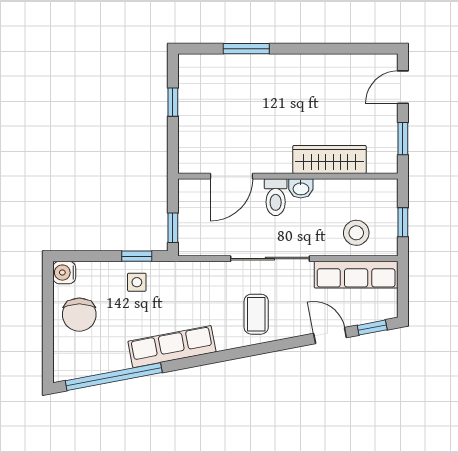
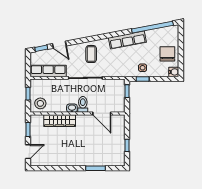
door: (231, 176) -> (102, 113), swing flipped
stool: (356, 233) -> (40, 103), moved

